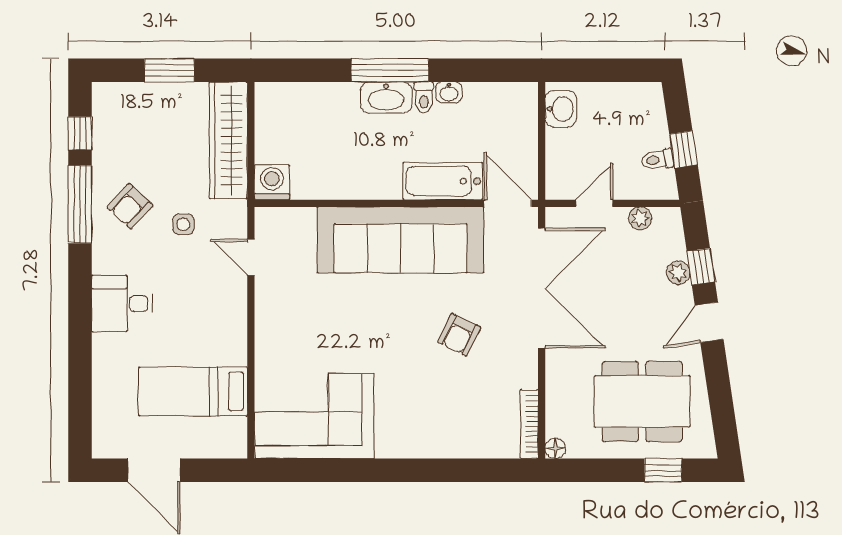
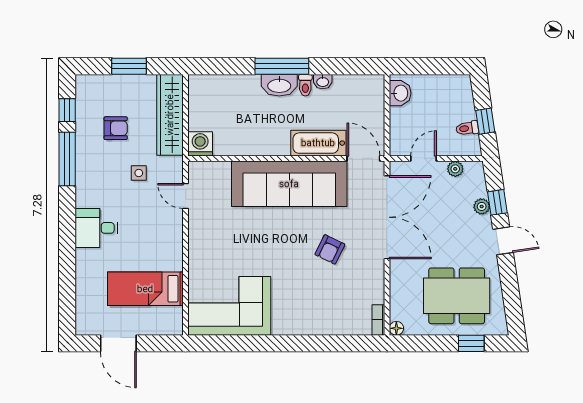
armchair: (130, 206) -> (116, 128), moved, turned -133
door: (709, 322) -> (503, 241), swing flipped
bookcase: (529, 424) -> (378, 320), width x0.64

